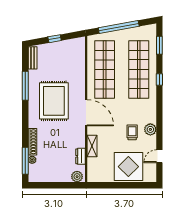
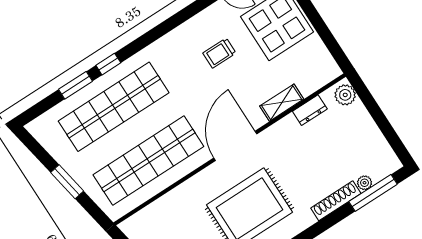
window: (119, 27) -> (67, 182), width x0.47
window: (159, 45) -> (76, 85), moved
plant: (150, 129) -> (196, 27), removed

